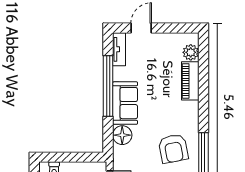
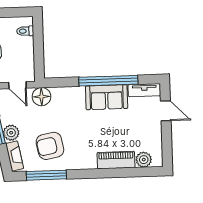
sofa: (125, 103) -> (107, 97), moved
floor lamp: (122, 135) -> (41, 97), moved

